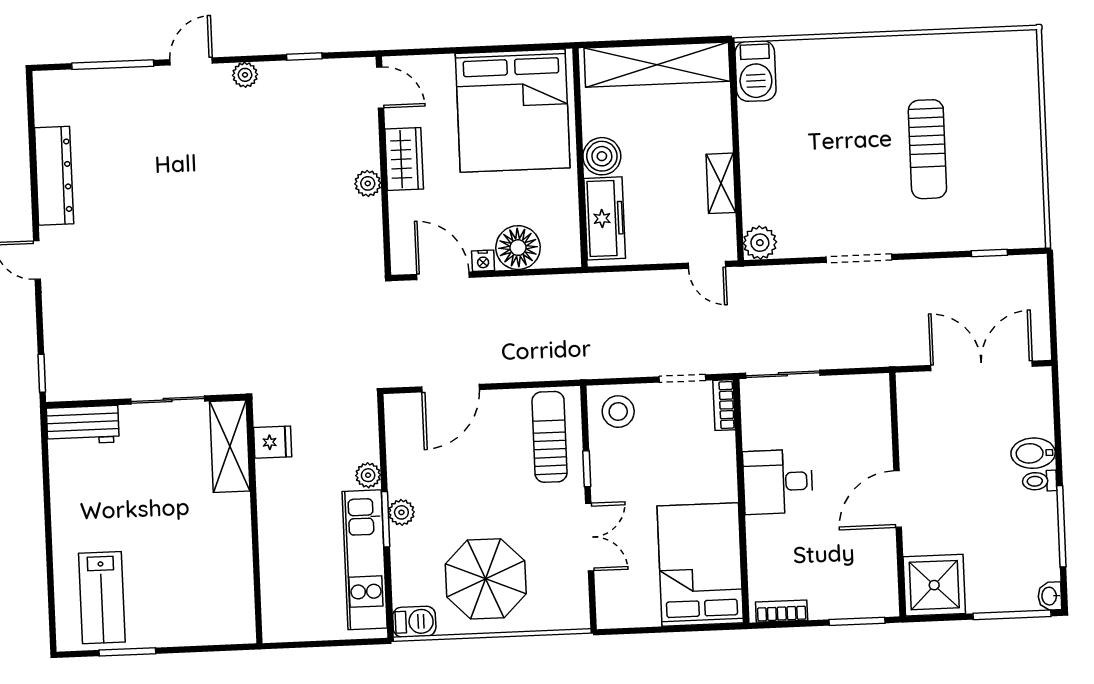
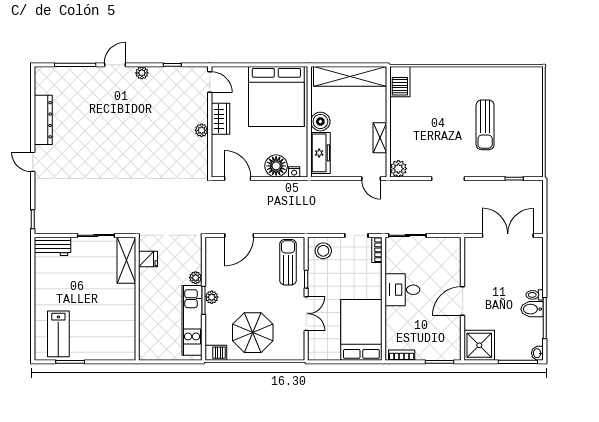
nightstand: (483, 261) -> (294, 172), moved
bidet: (1033, 453) -> (532, 309), moved

